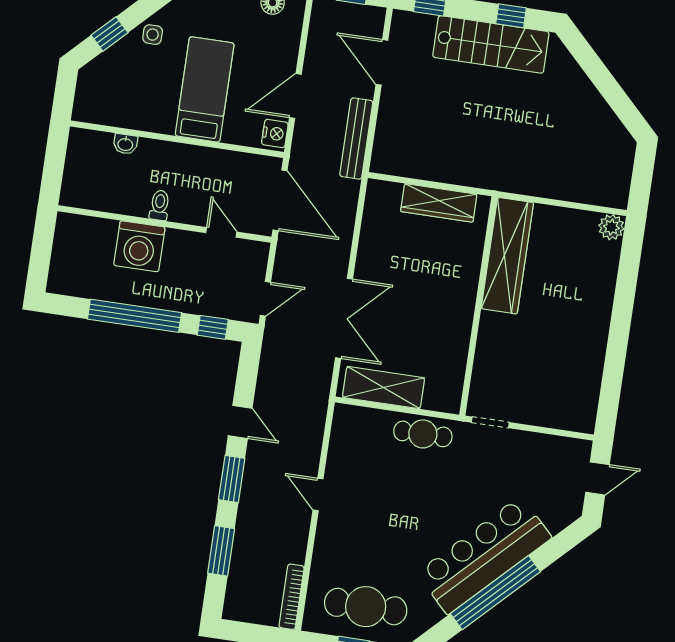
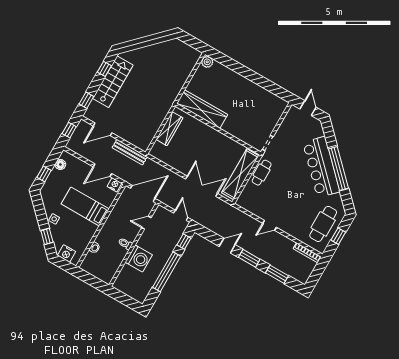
nightstand: (90, 89) -> (67, 253), added
door: (295, 96) -> (102, 170), hinge flipped
shelving: (384, 388) -> (240, 174), width x1.47

